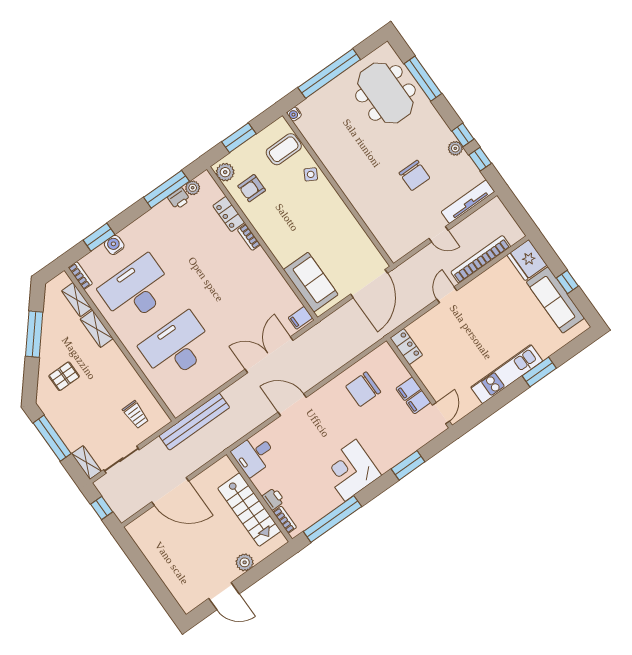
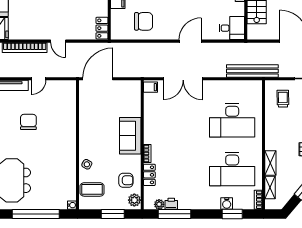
door: (438, 234) -> (39, 79), swing flipped
sofa: (311, 282) -> (130, 136), moved
door: (447, 295) -> (58, 41), hinge flipped
door: (292, 405) -> (190, 41), swing flipped

